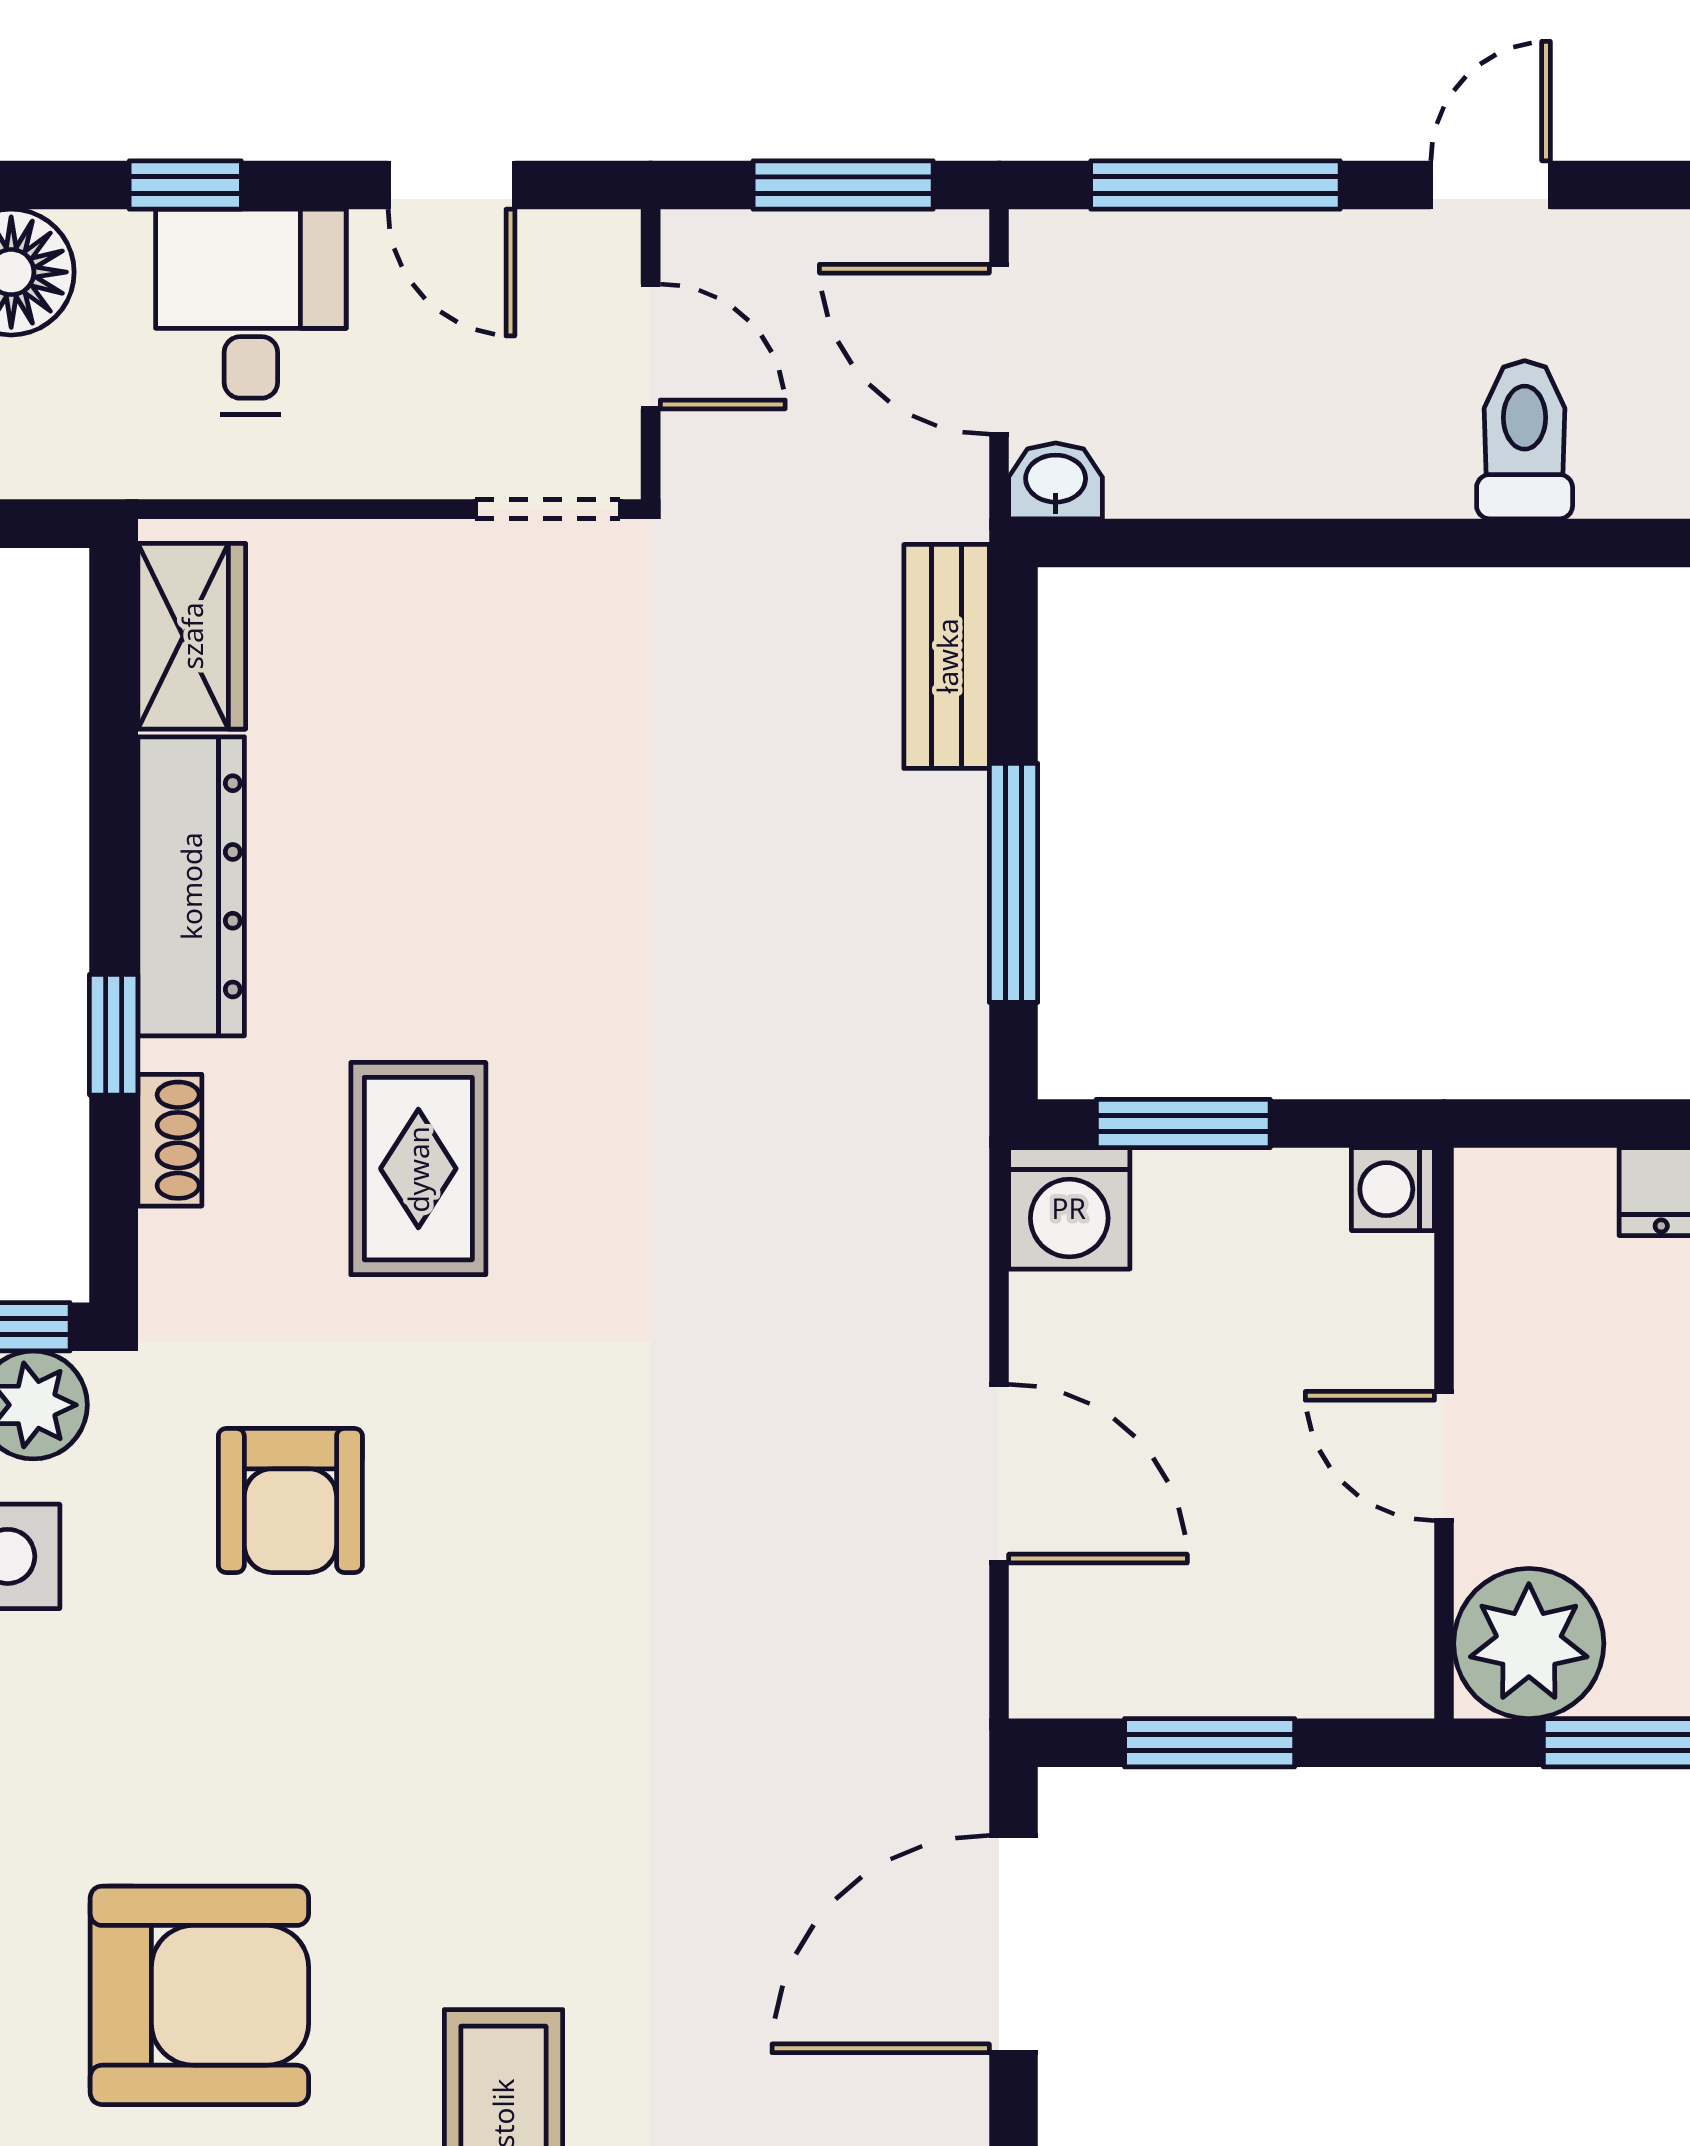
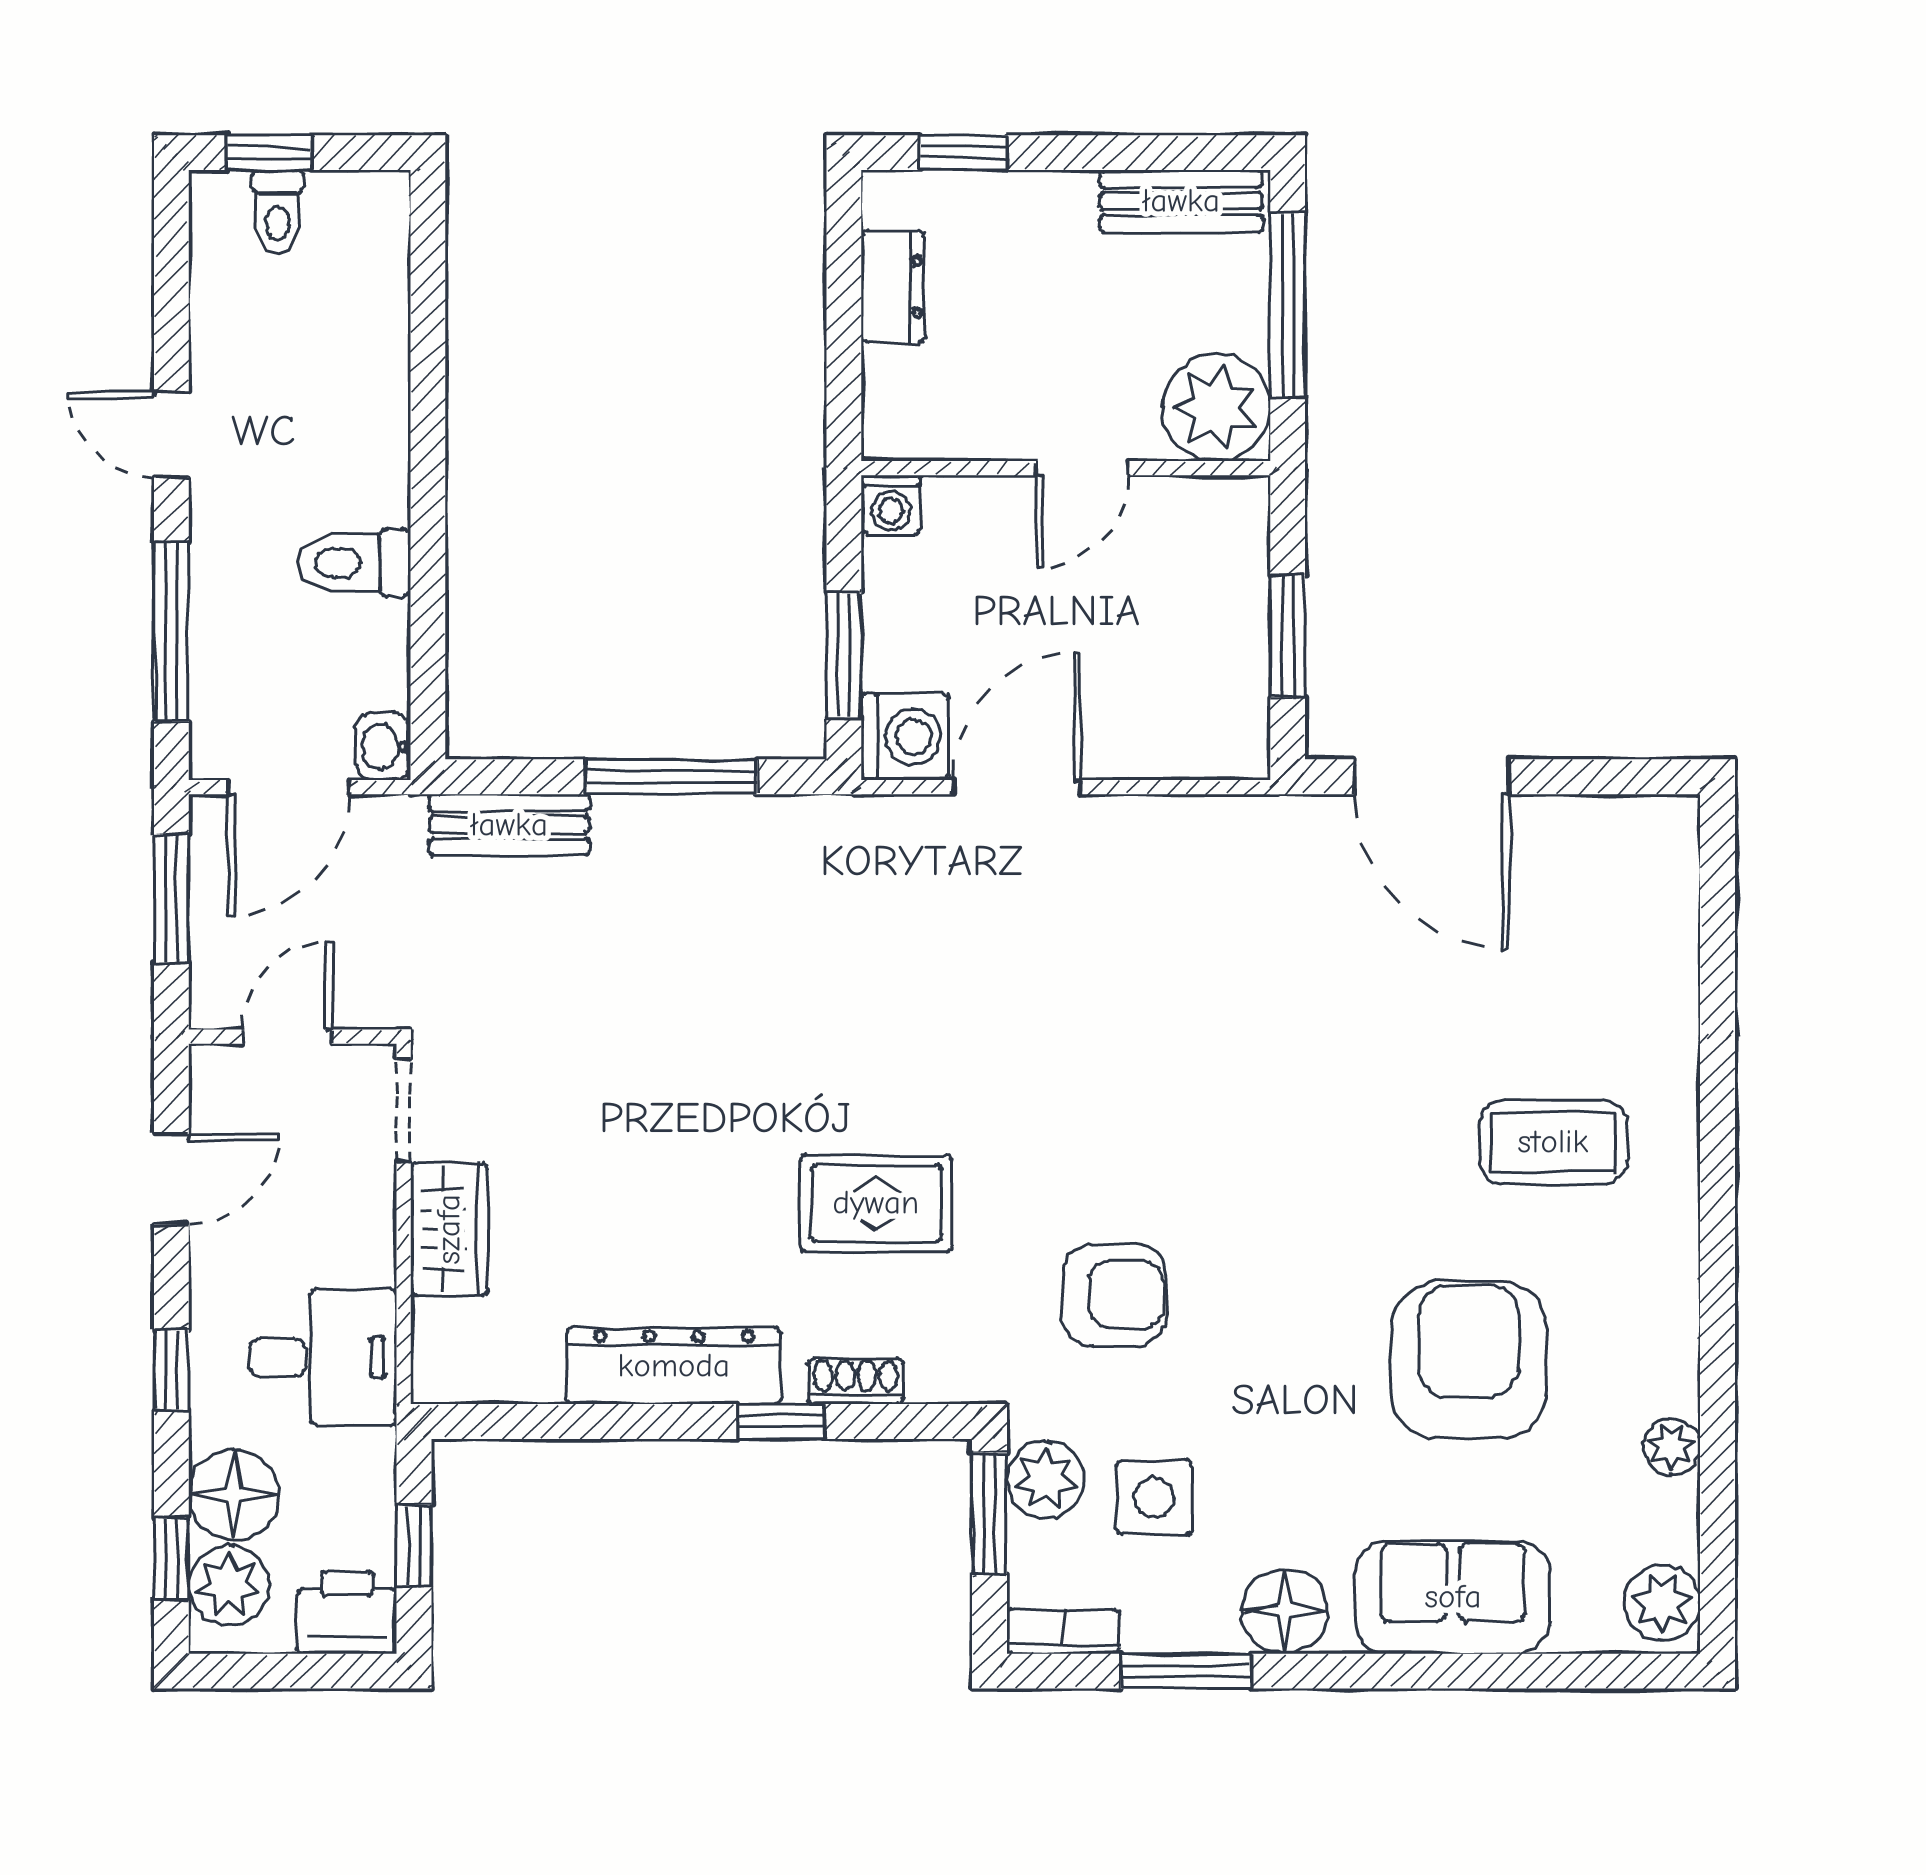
desk: (251, 312) -> (323, 1357), moved, turned 180
toilet: (1525, 440) -> (354, 563), moved
wardrobe: (192, 636) -> (449, 1229), moved, turned 90
door: (999, 1474) -> (1016, 787), moved

